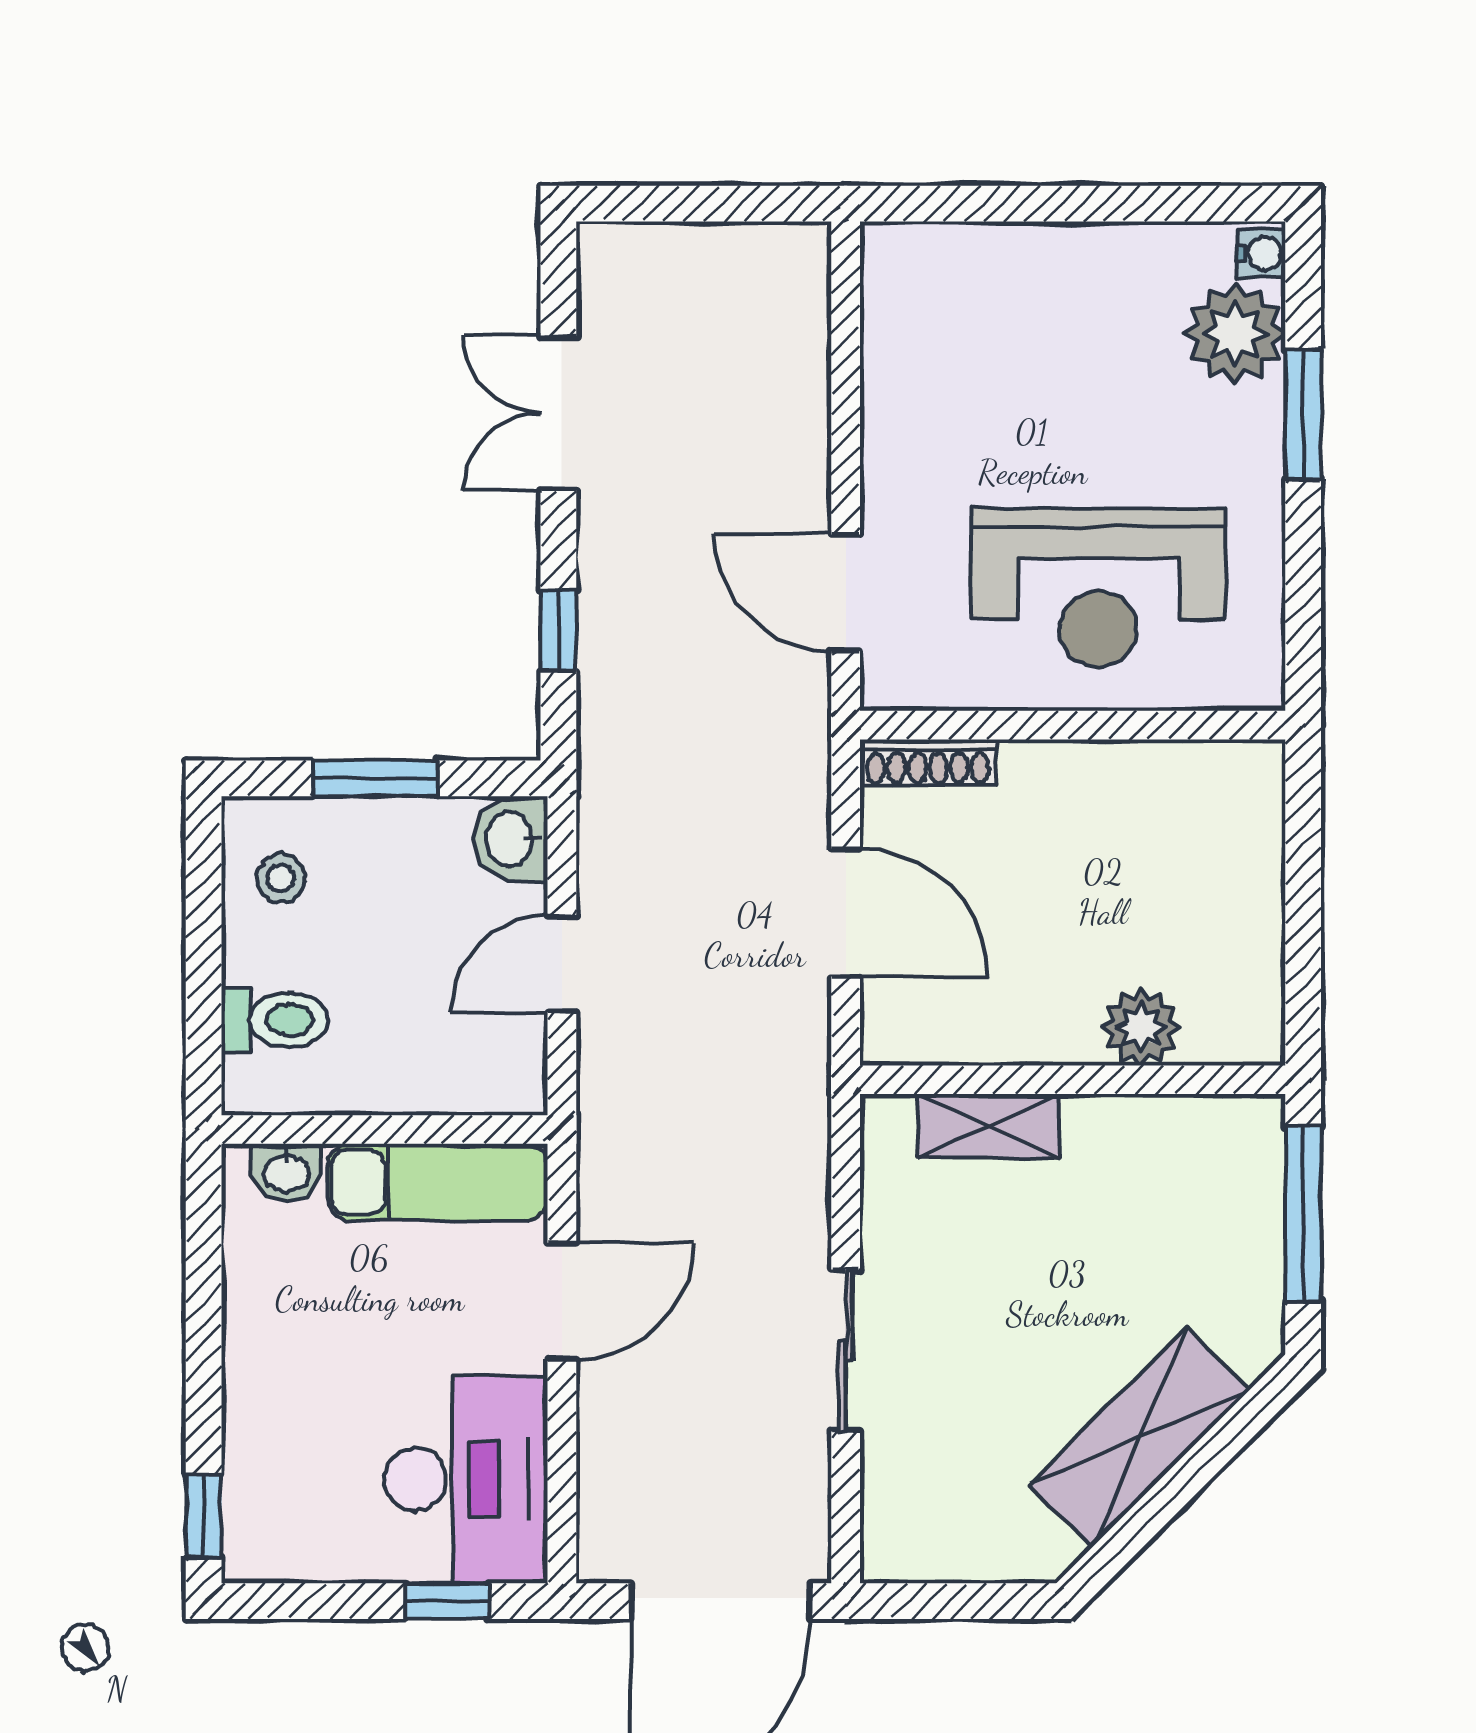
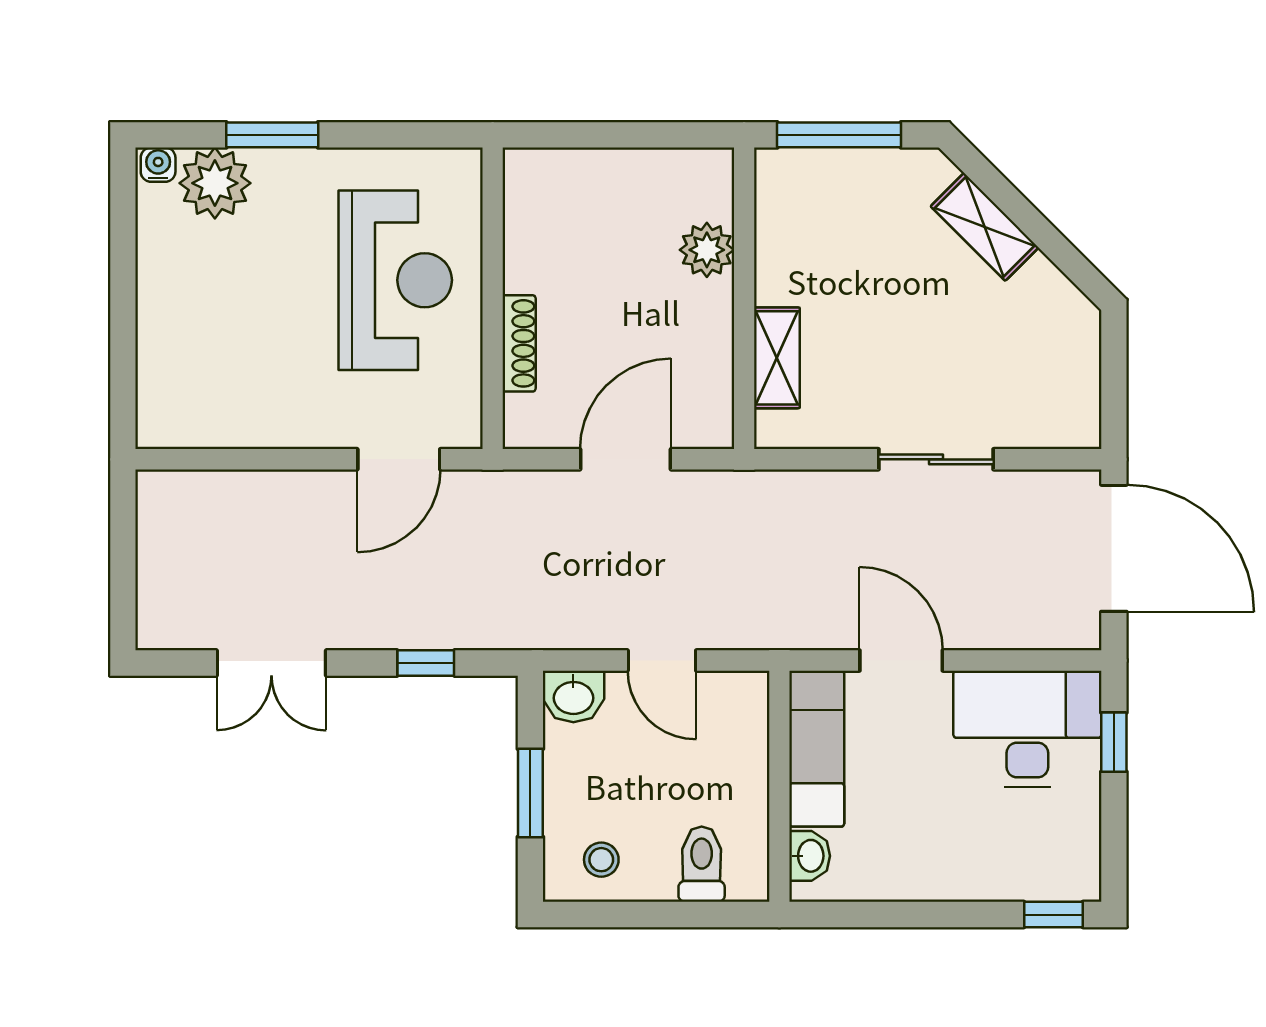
shoe rack: (928, 762) -> (519, 343), moved
shelving: (1139, 1437) -> (985, 227), width x0.67, depth x0.75

